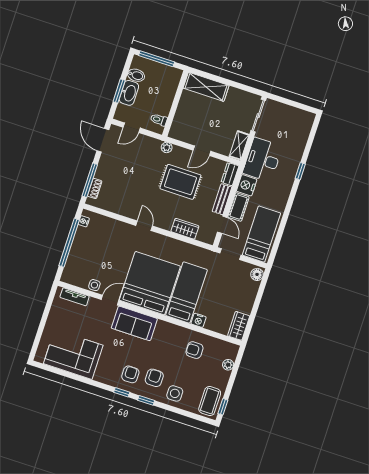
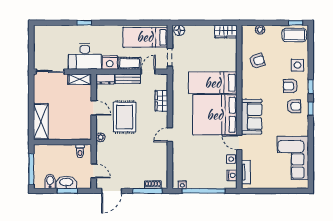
nightstand: (199, 320) -> (232, 175), moved
armchair: (194, 350) -> (257, 61), turned -107
armchair: (130, 374) -> (294, 106), turned 180

